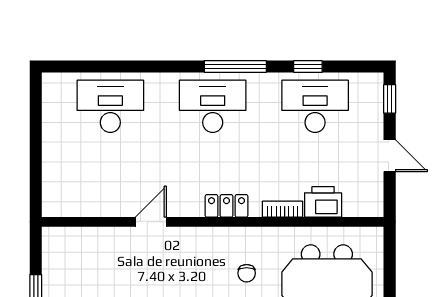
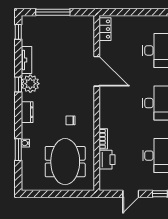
locker: (227, 206) -> (105, 29), moved
door: (151, 222) -> (97, 71), width x1.87

